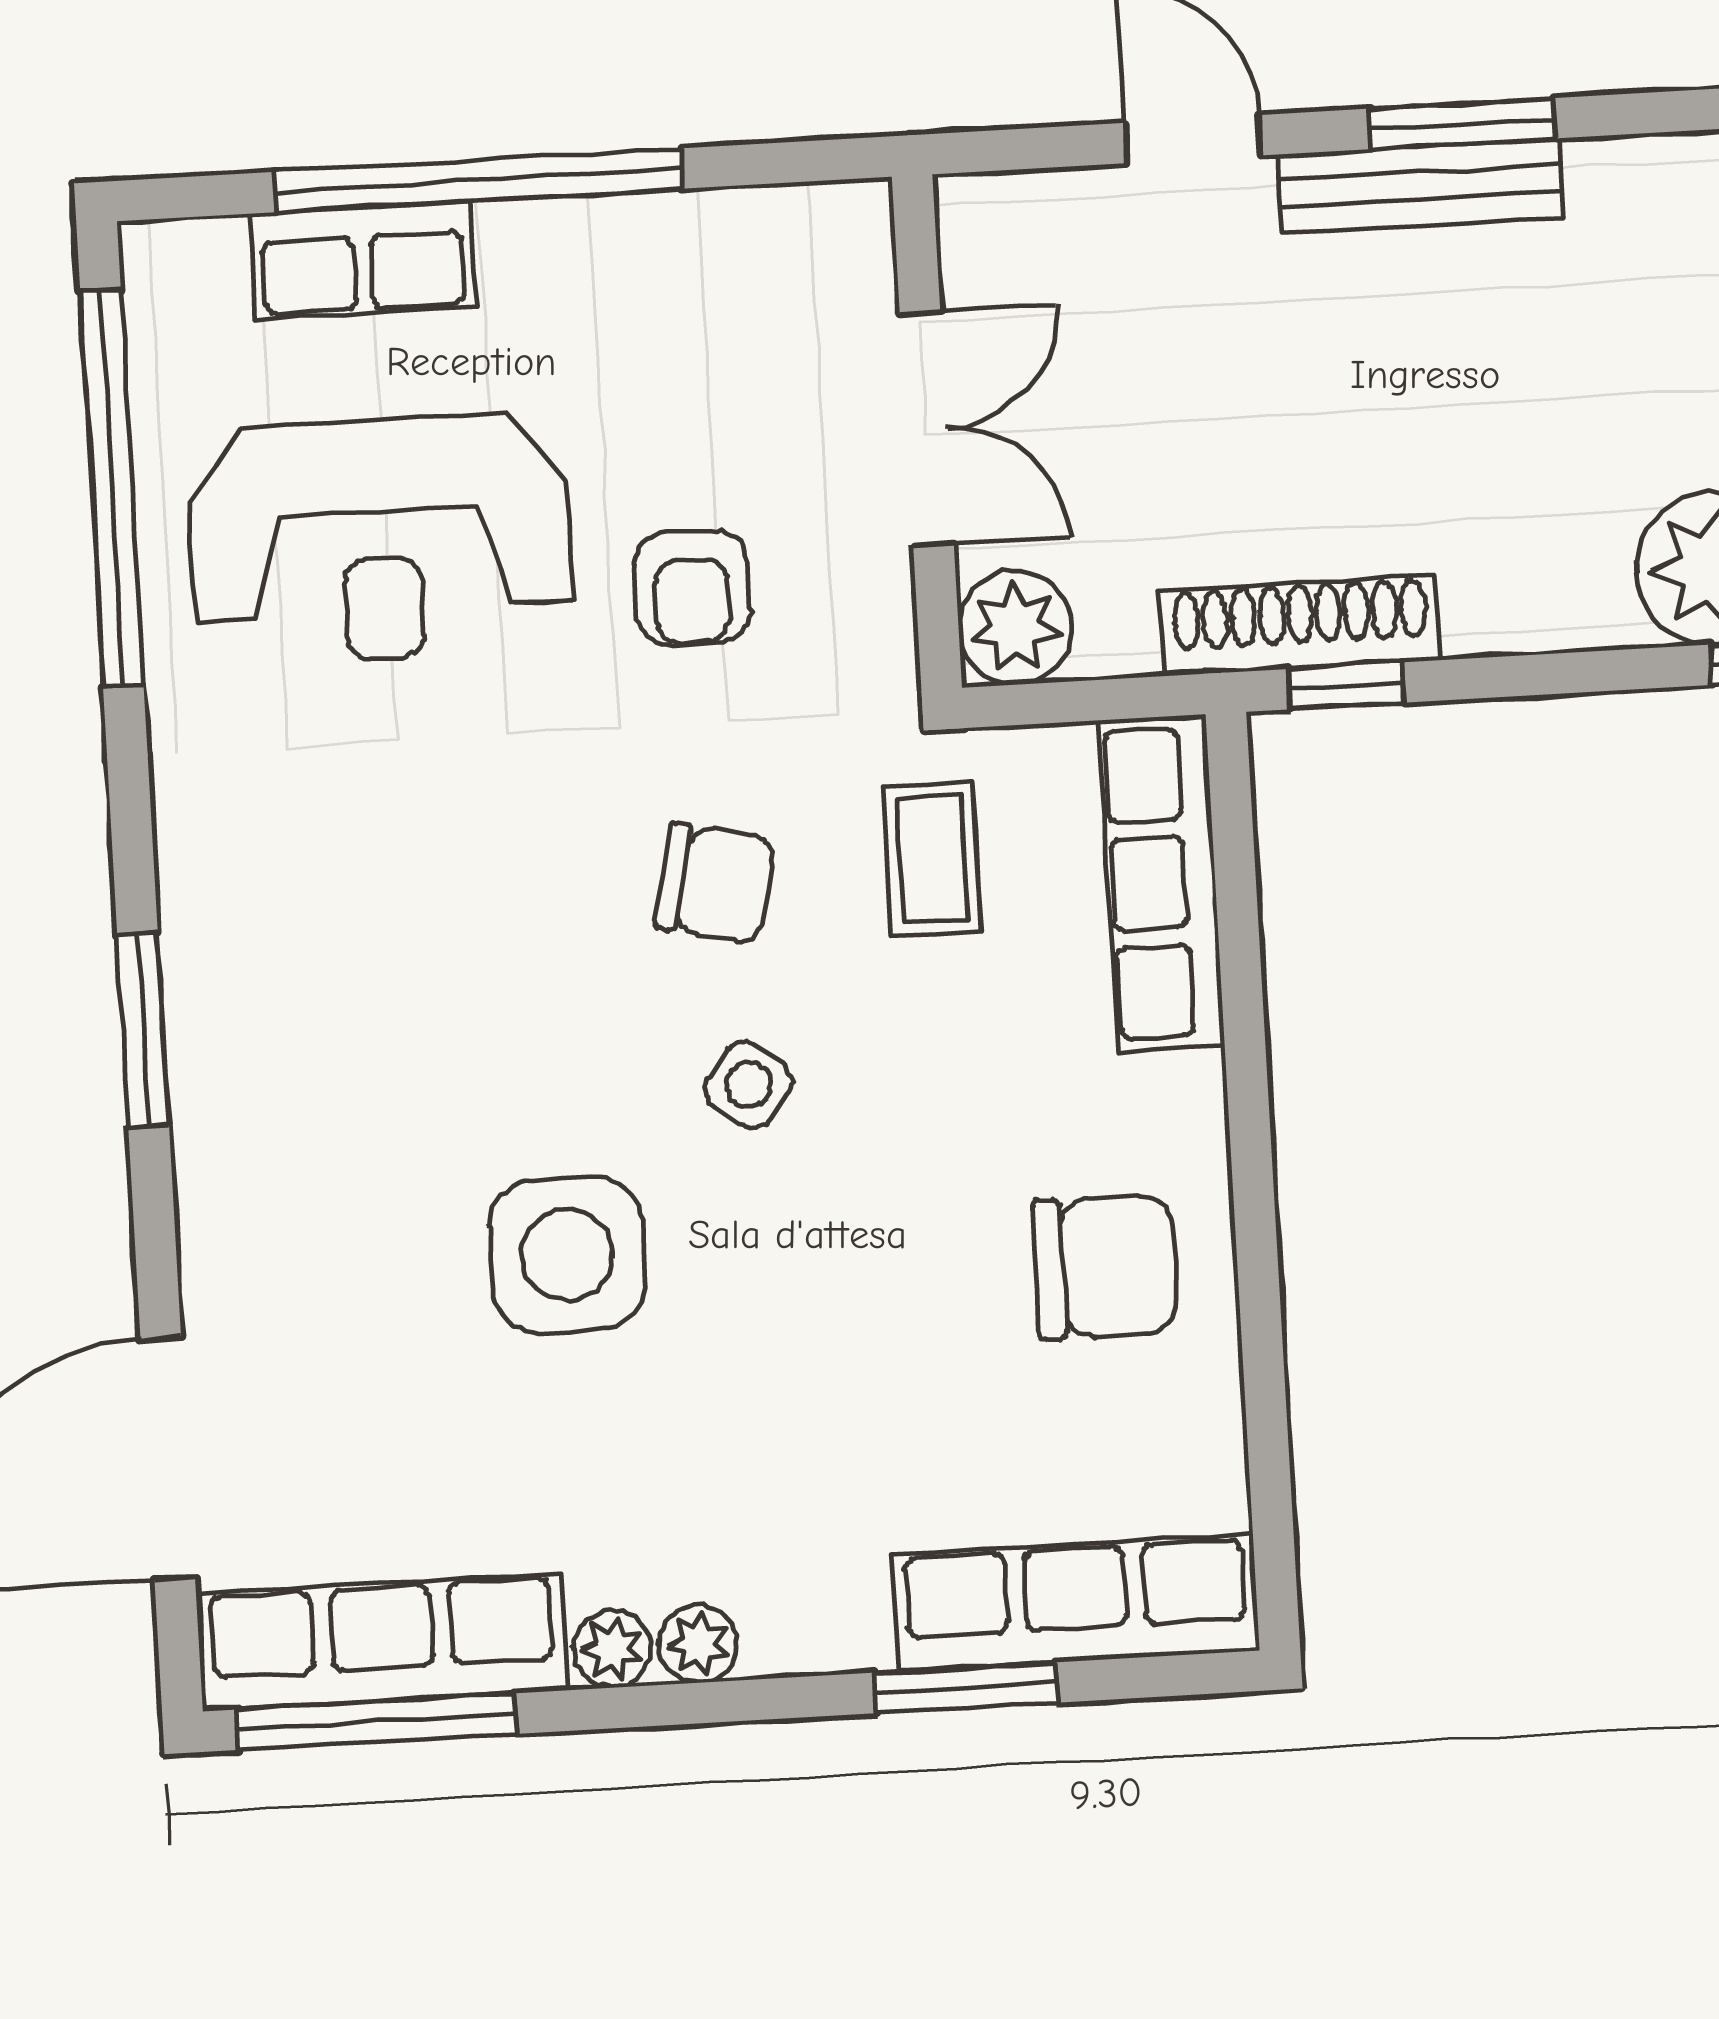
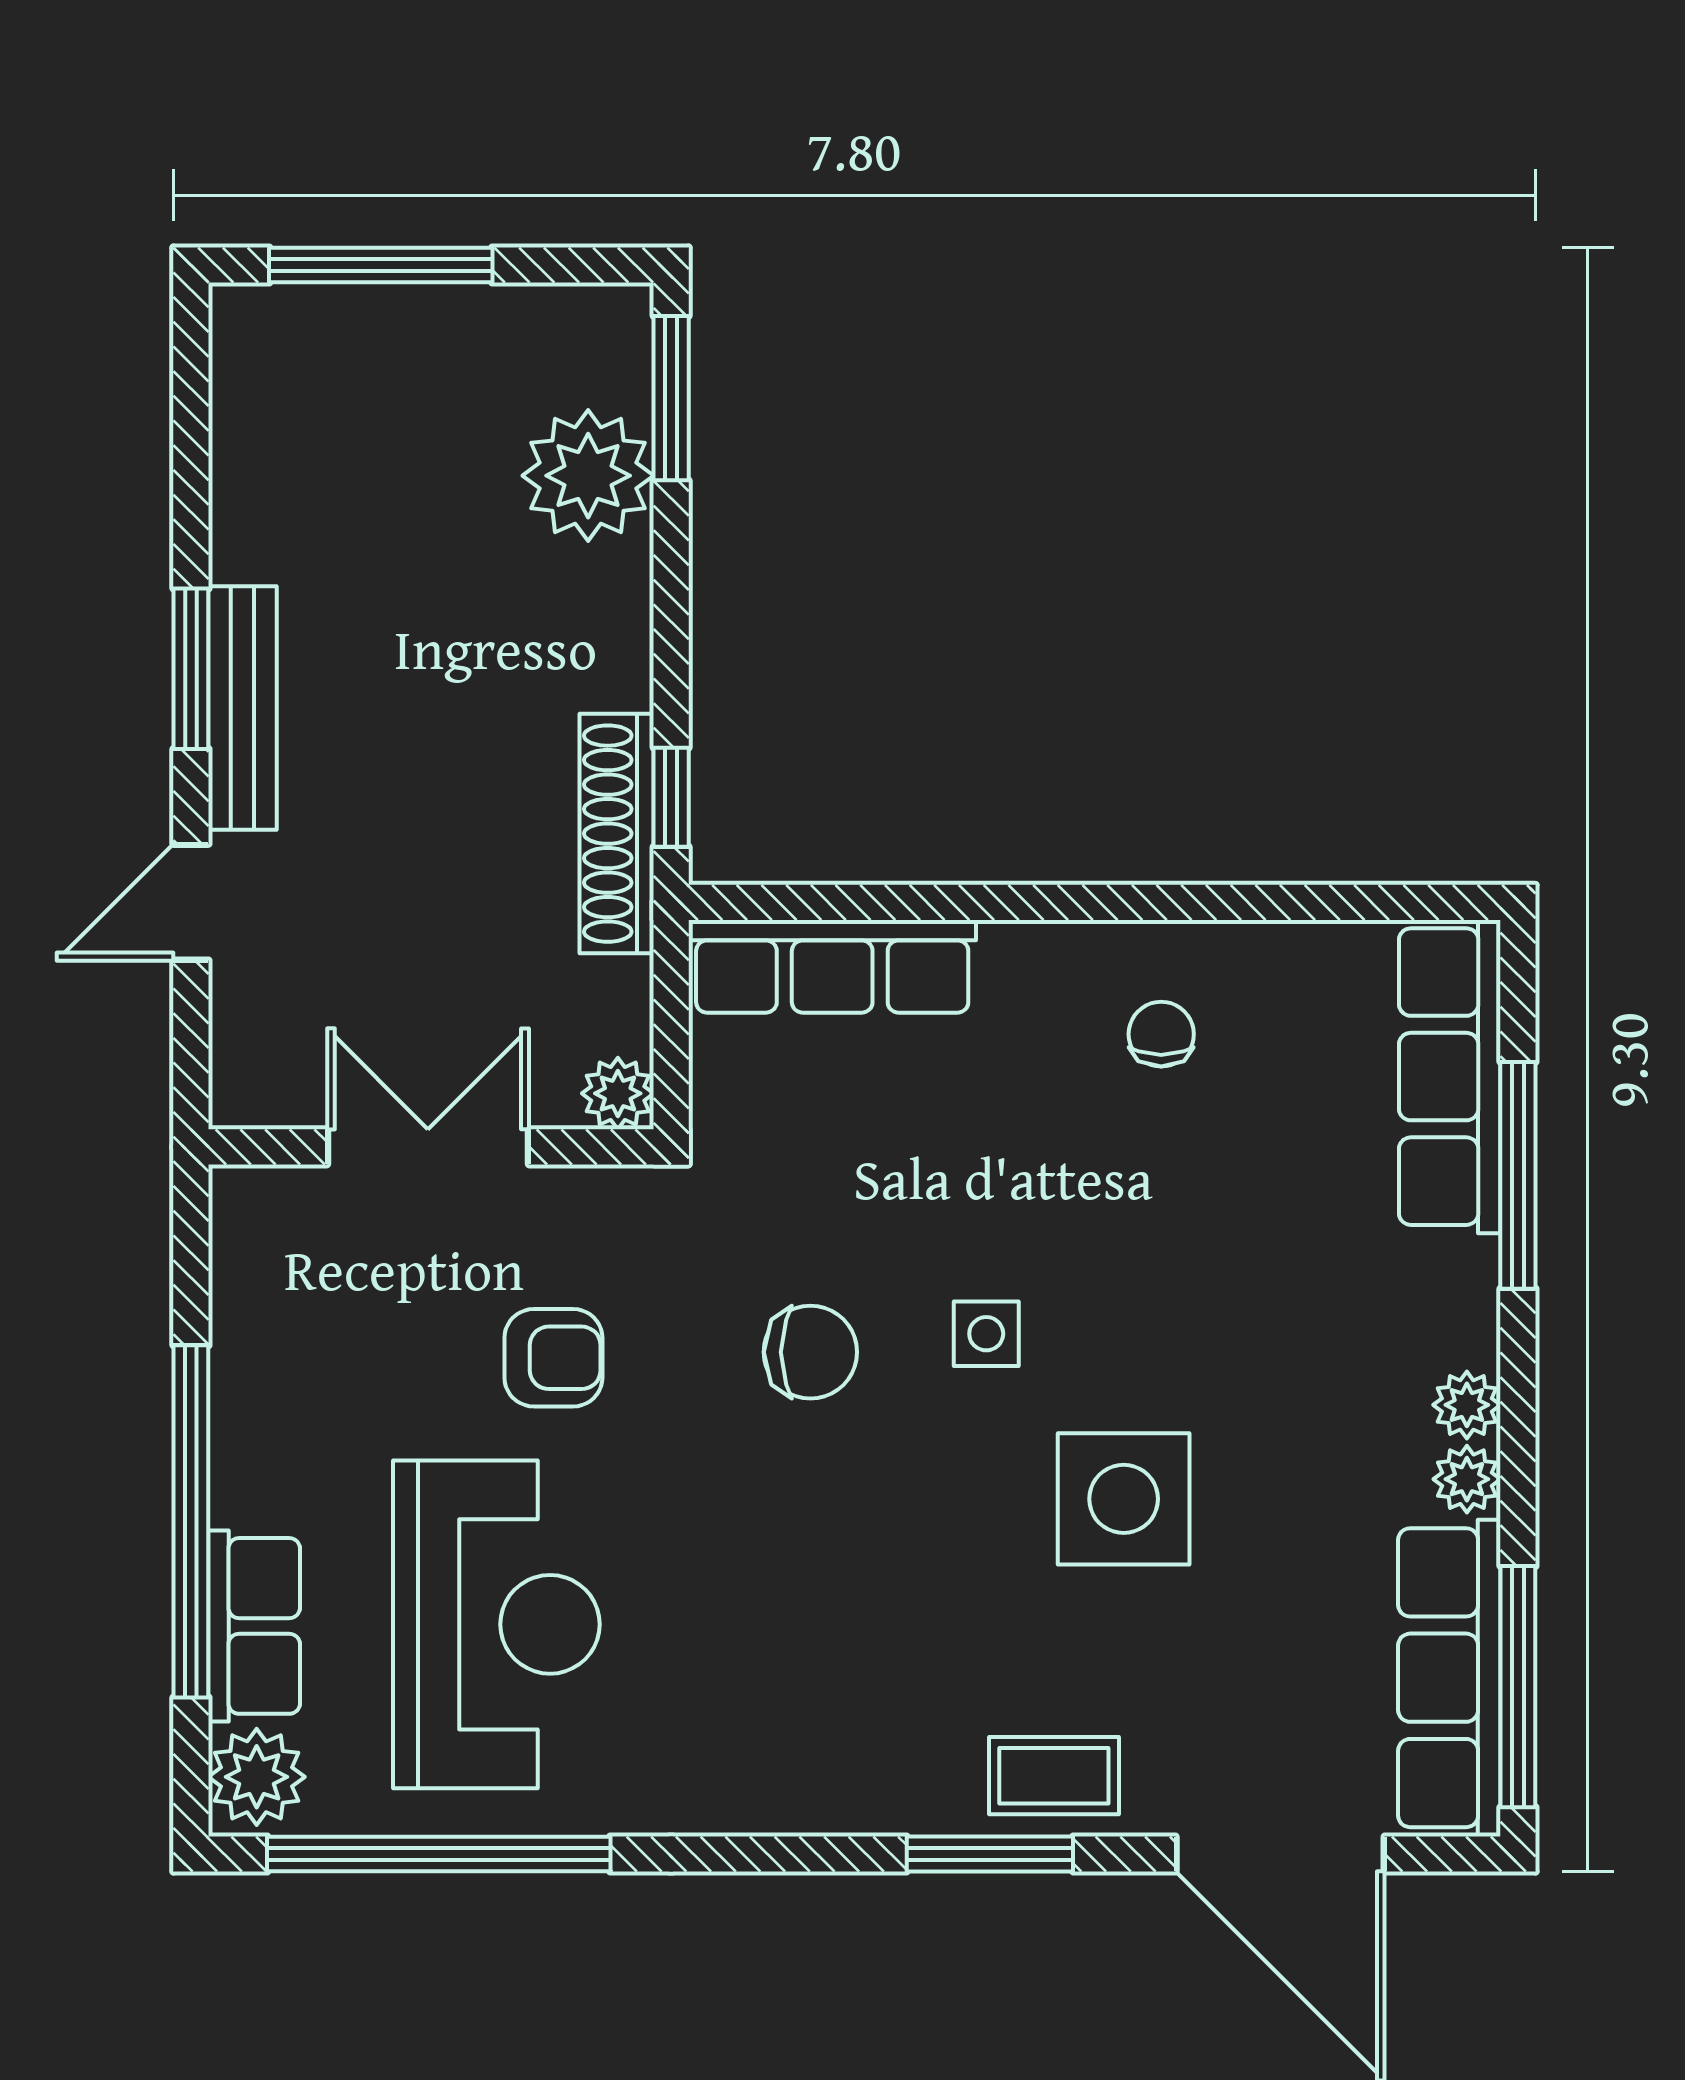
plant: (189, 273) -> (257, 1777), added
plant: (1015, 628) -> (618, 1093), width x0.73, depth x0.73
coffee table: (932, 859) -> (1054, 1776), moved
chair: (715, 883) -> (810, 1352), turned 77
window: (143, 1030) -> (990, 1854), moved
side table: (748, 1085) -> (986, 1334), turned -38
chair: (1105, 1267) -> (1161, 1034), width x0.54, depth x0.54
window: (966, 1688) -> (1518, 1175), width x1.44

